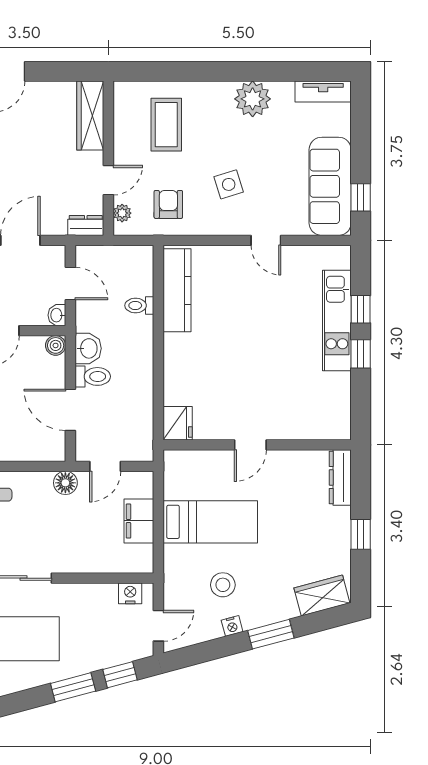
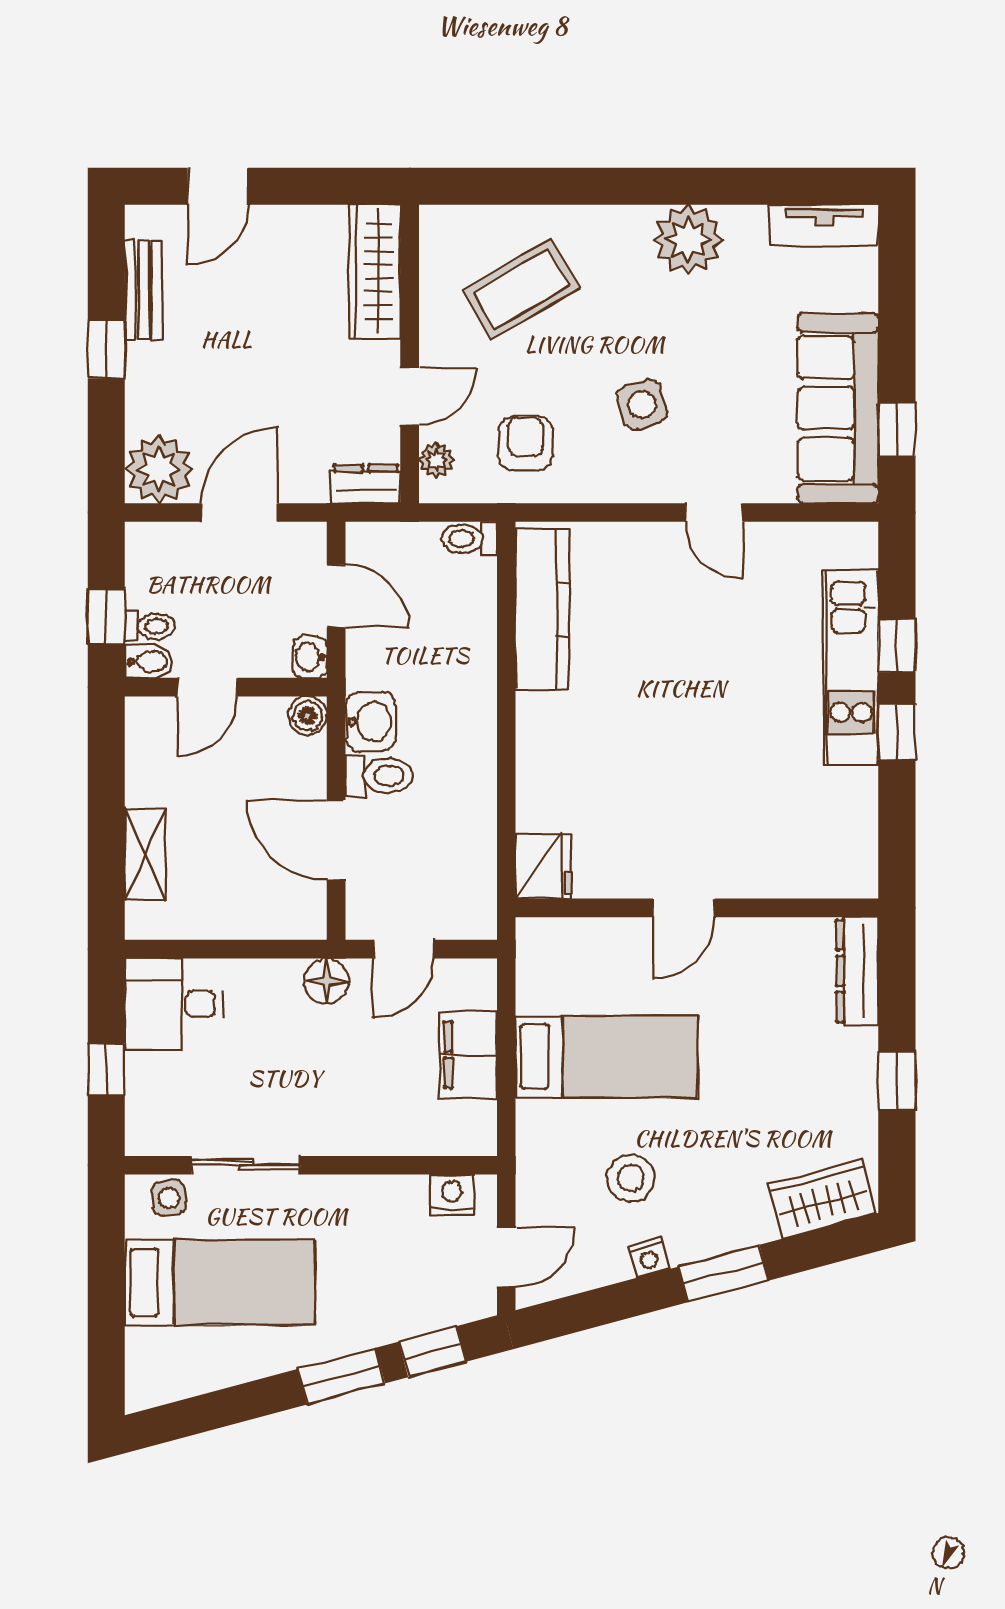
coffee table: (166, 125) -> (521, 289), turned 60
toilet: (139, 305) -> (469, 539), moved

